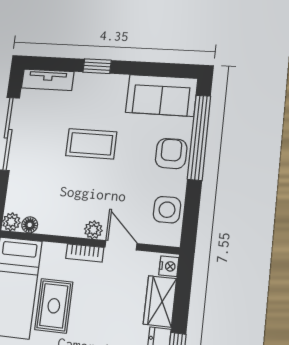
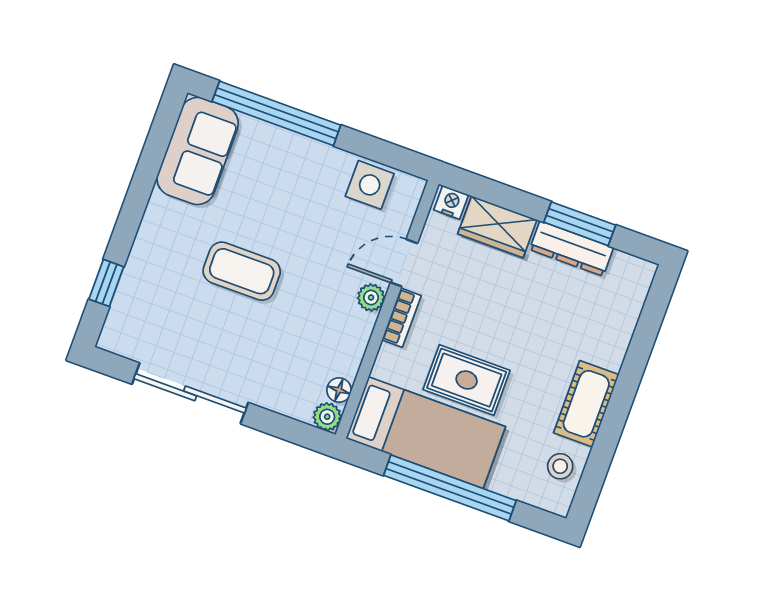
window: (97, 66) -> (106, 283), moved
tv unit: (48, 80) -> (123, 315), removed
coffee table: (91, 144) -> (242, 271), turned 90
armchair: (171, 154) -> (289, 159), removed

